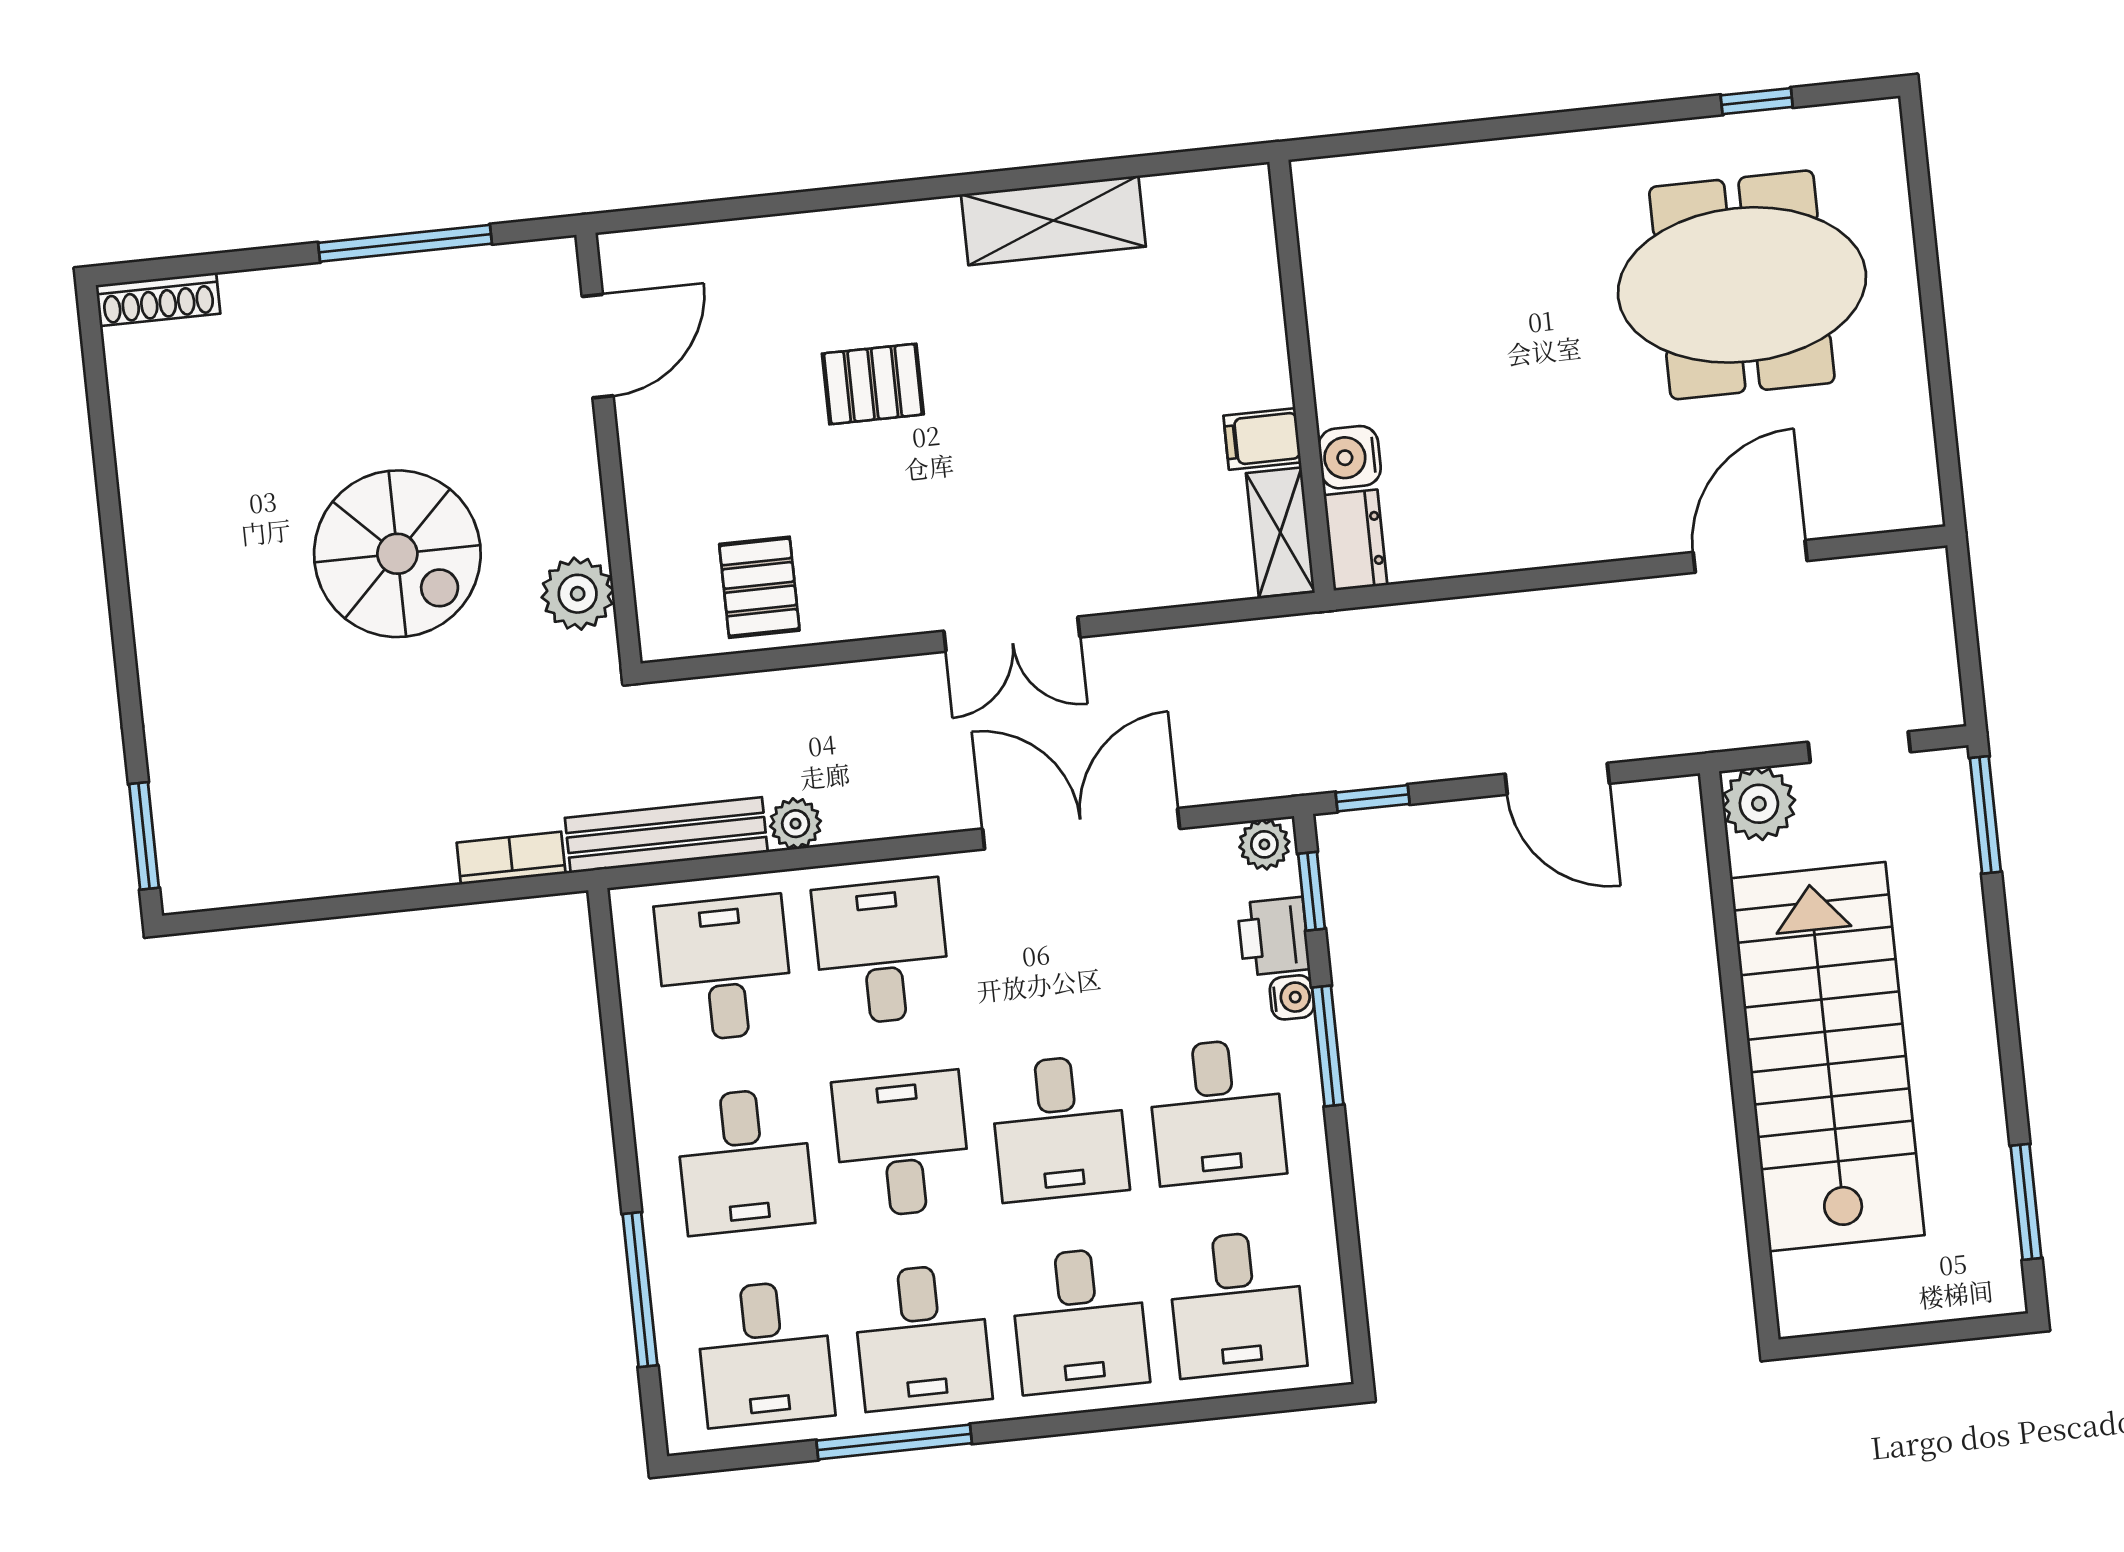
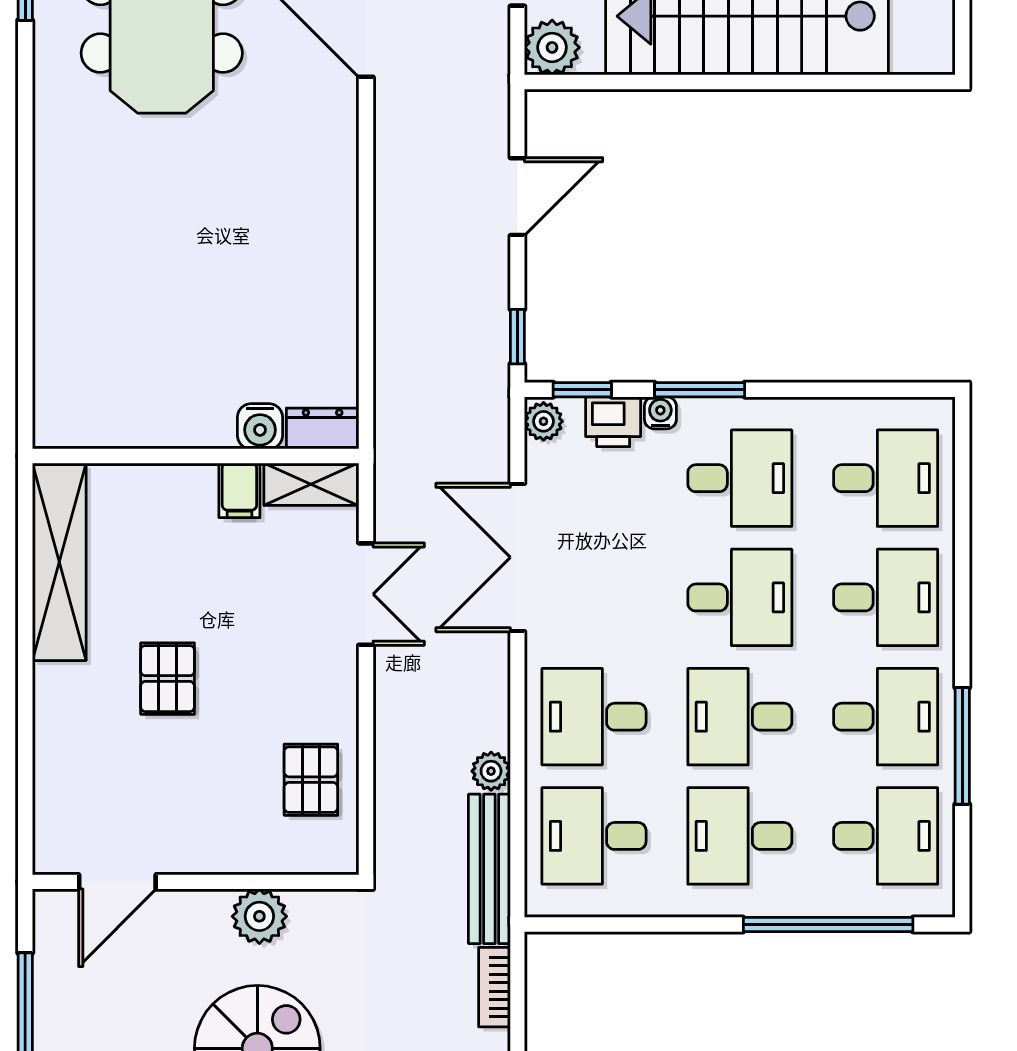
shelving: (1053, 220) -> (59, 562), width x1.47
door: (598, 346) -> (117, 882), swing flipped
wall: (1302, 376) -> (196, 456), moved
filing cabinet: (1262, 439) -> (239, 490), moved
water cooler: (1350, 457) -> (260, 426), moved
shelving: (1280, 532) -> (311, 484), moved
dresser: (1355, 540) -> (323, 428), moved
pallet: (759, 587) -> (311, 780), turned 90
plant: (578, 594) -> (259, 916), moved
desk: (744, 1161) -> (740, 836), turned 180
window: (640, 1290) -> (828, 924), width x1.46

